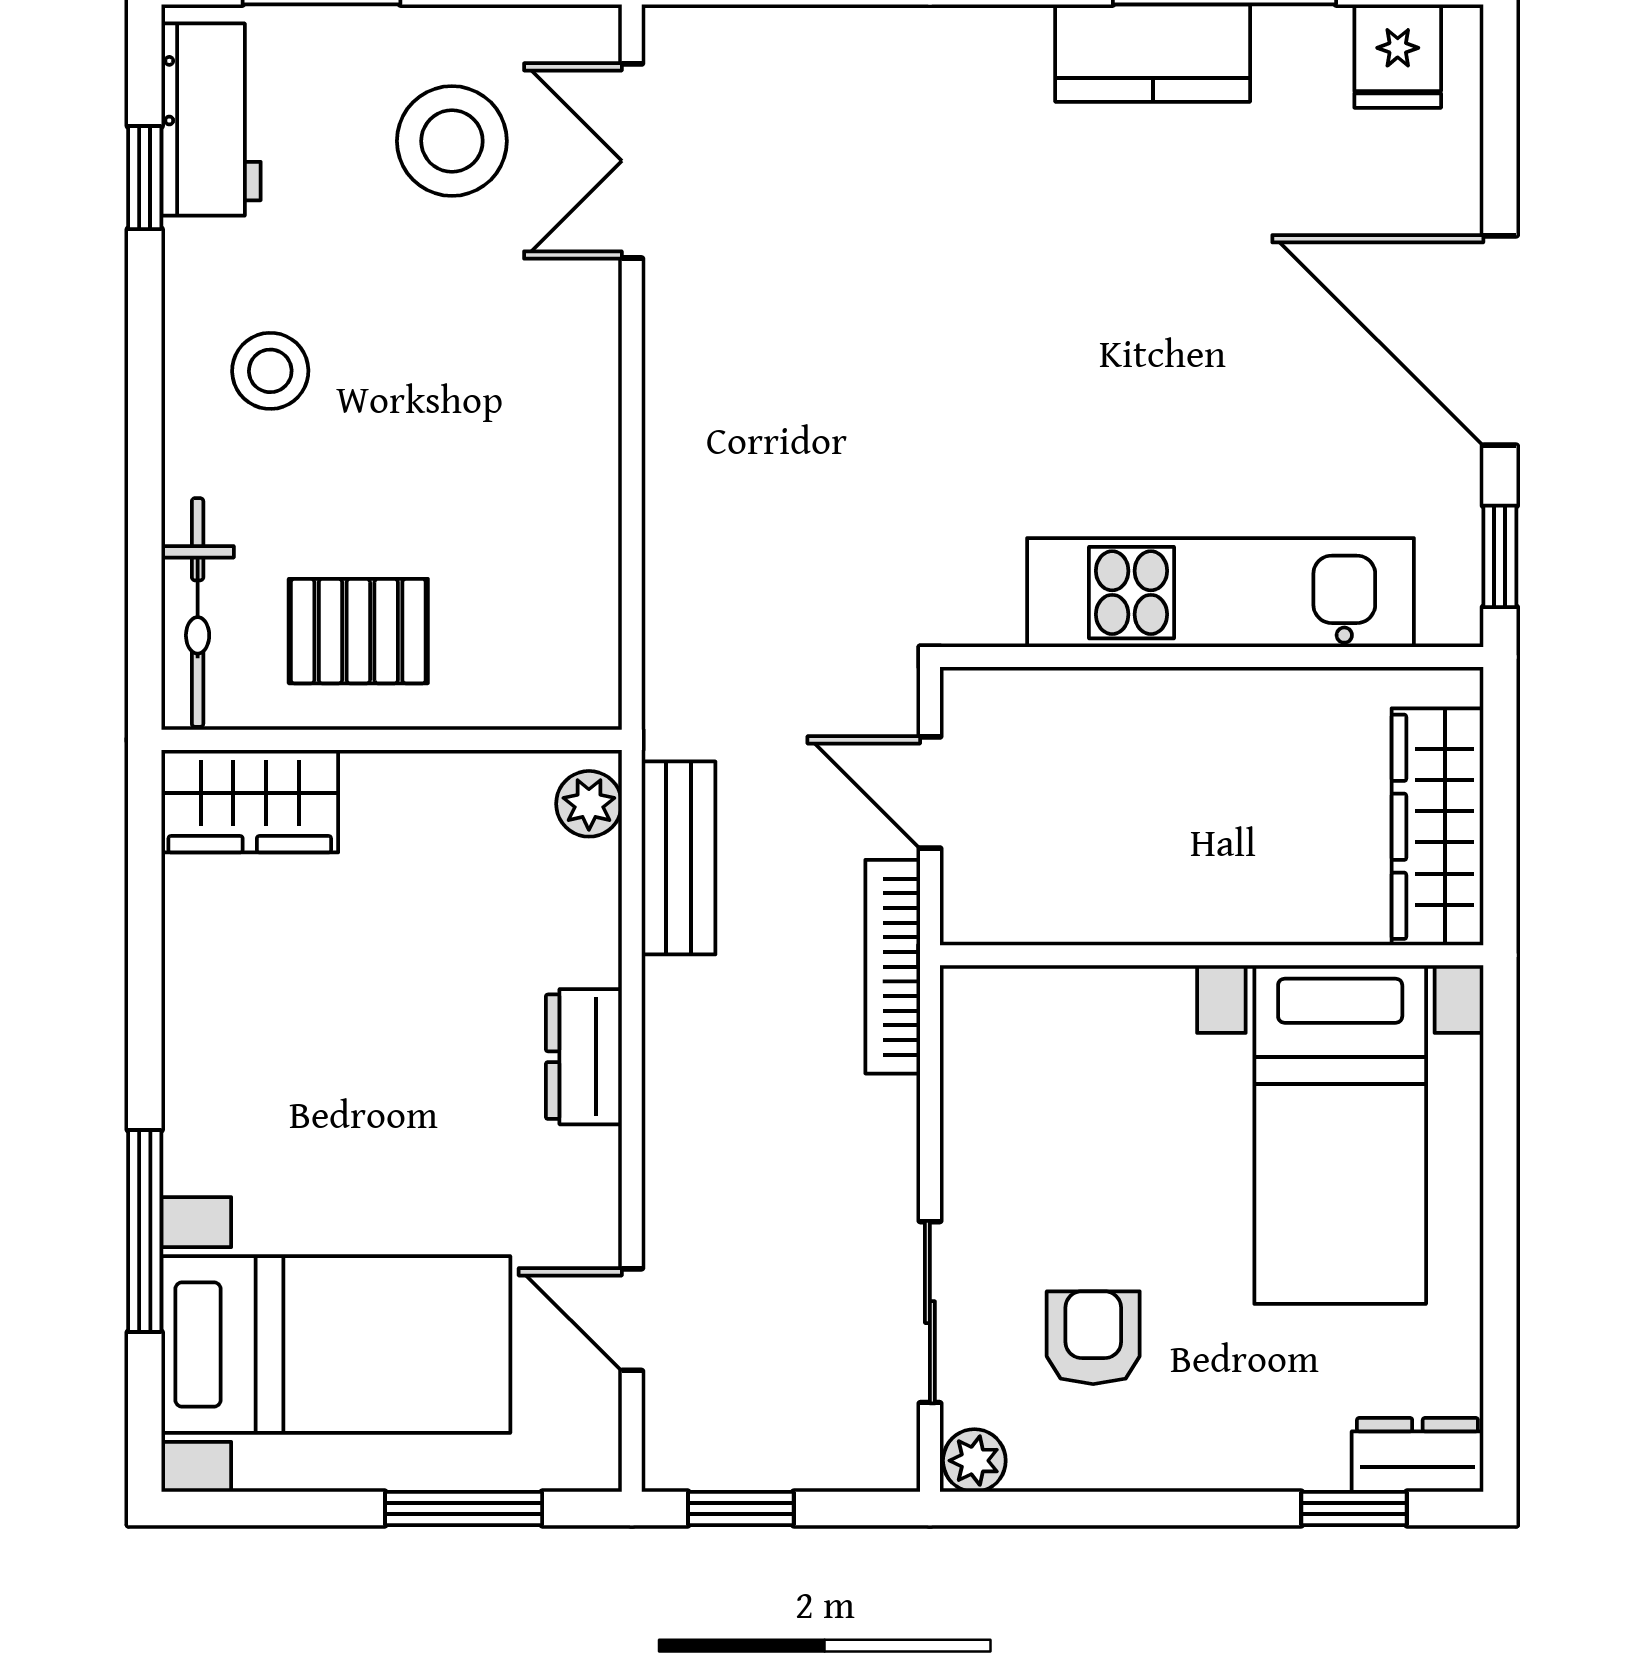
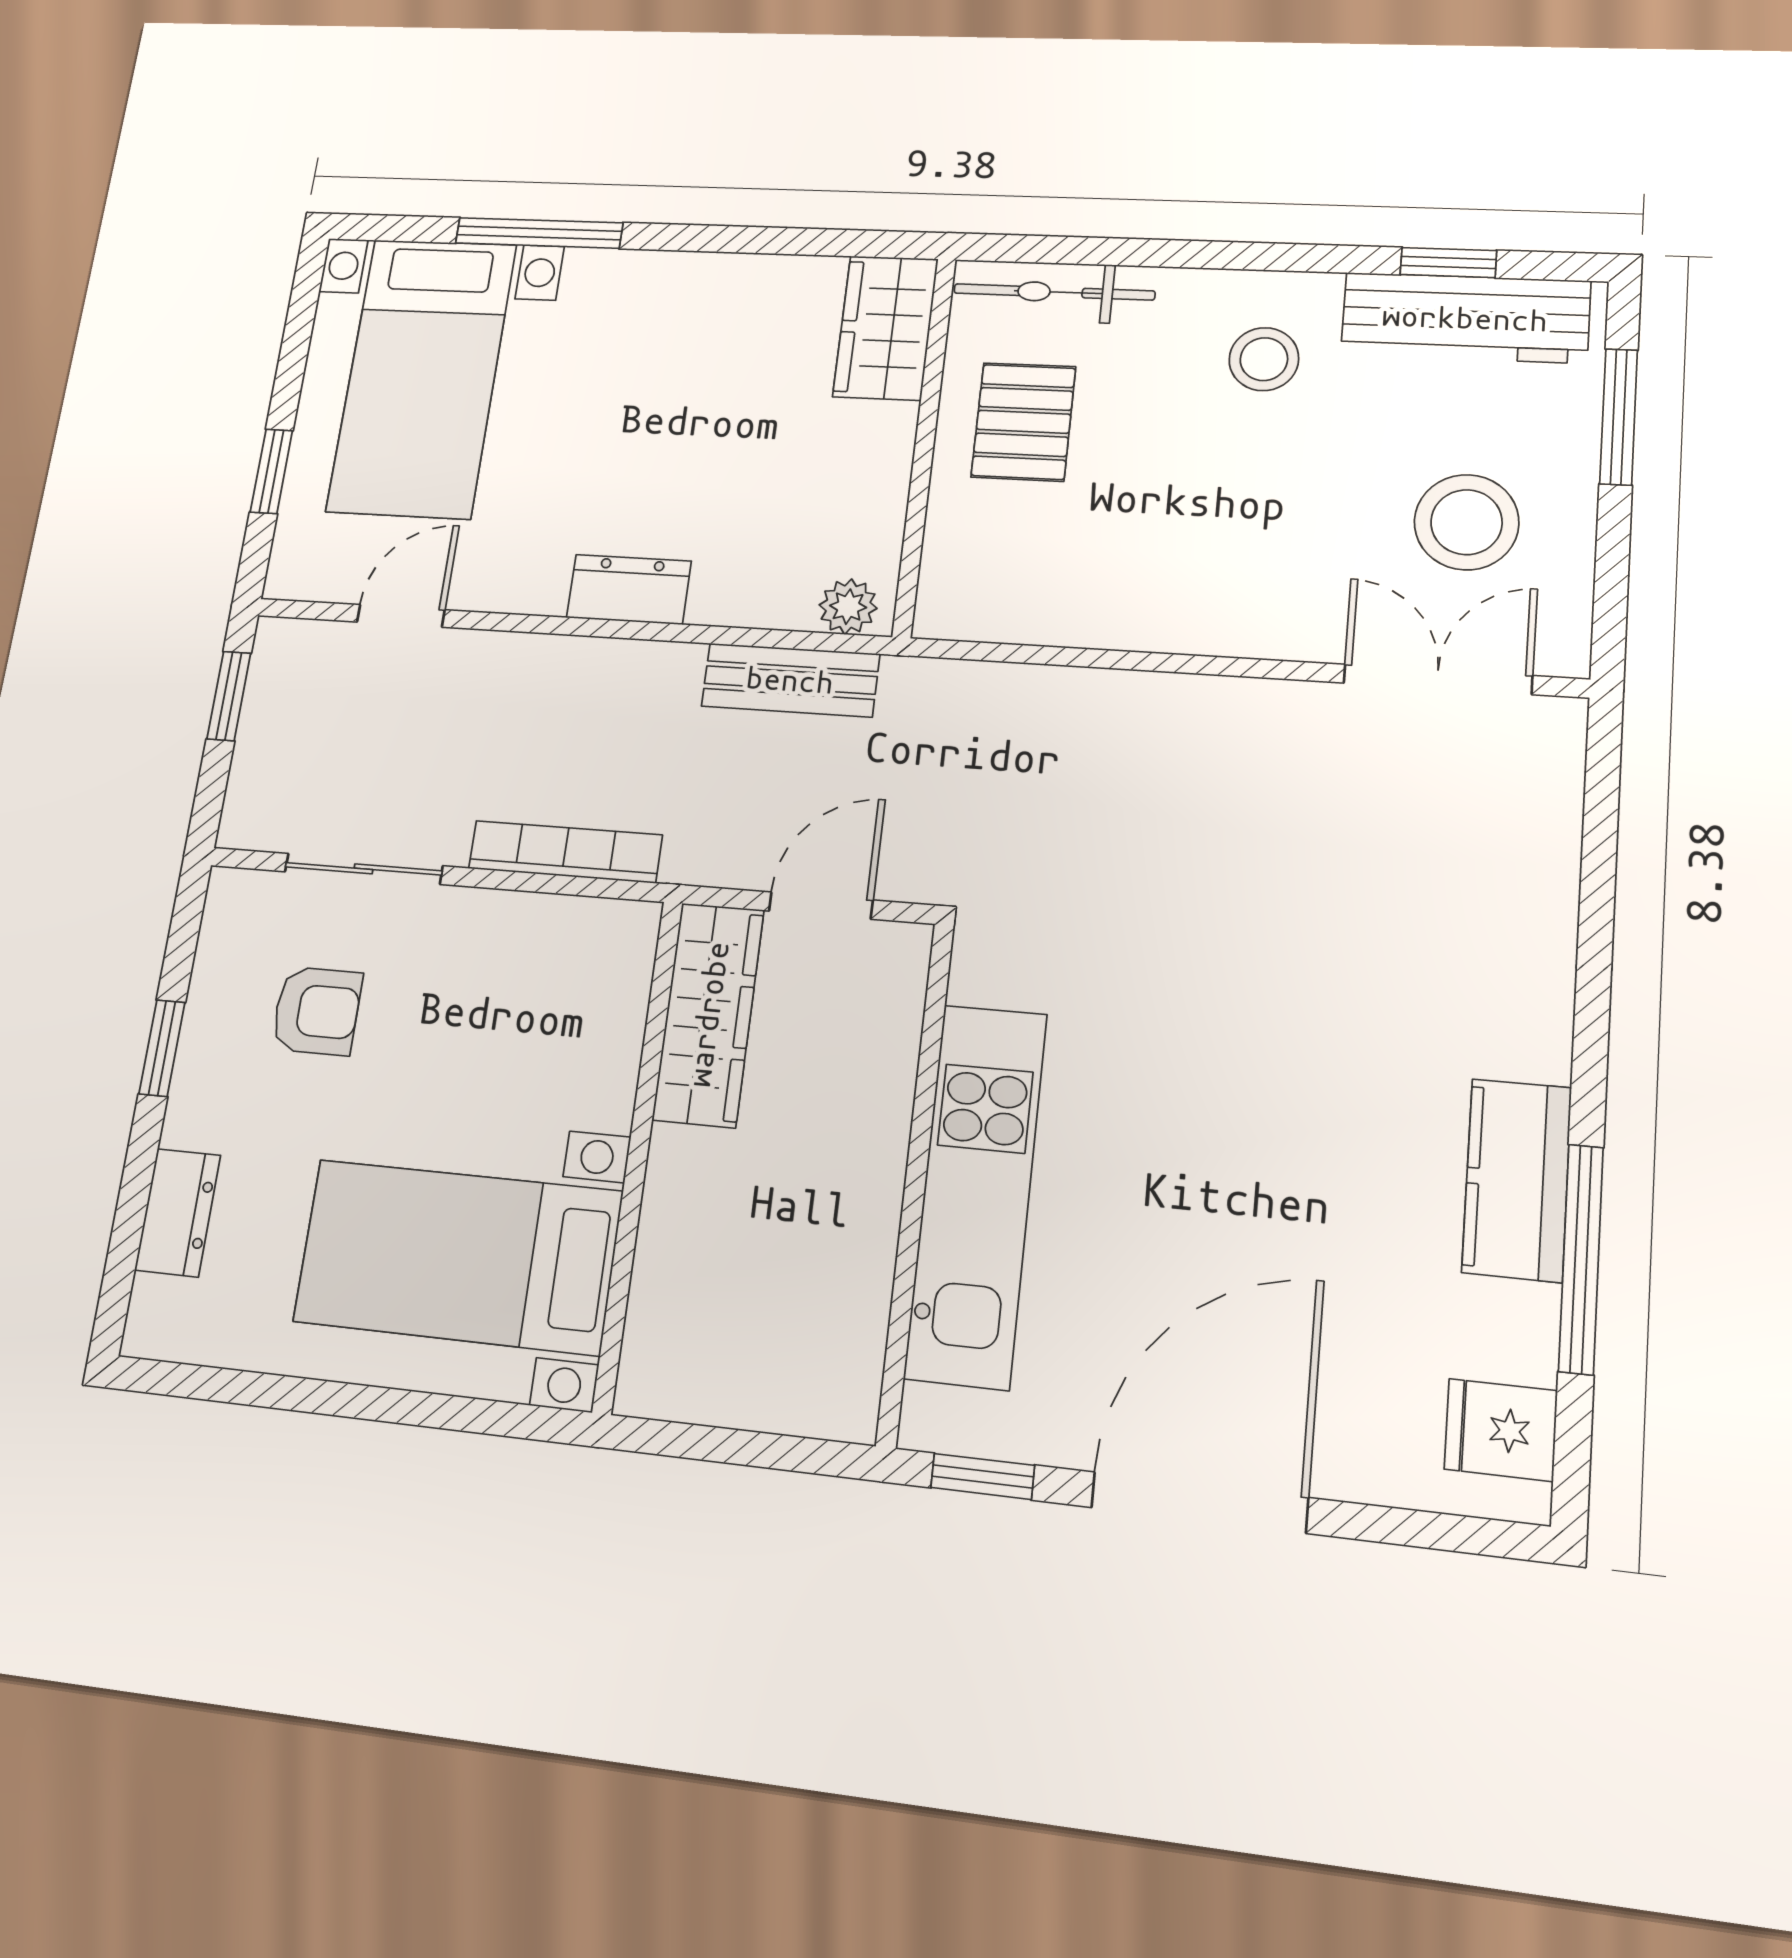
workbench: (211, 120) -> (1465, 318), width x1.38
wardrobe: (1437, 827) -> (708, 1014), moved, turned 90
bookcase: (893, 967) -> (565, 852), moved
dresser: (1417, 1455) -> (178, 1213), moved
plant: (974, 1461) -> (231, 897), removed
window: (464, 1509) -> (271, 471), width x0.67
window: (1354, 1509) -> (162, 1048), moved

